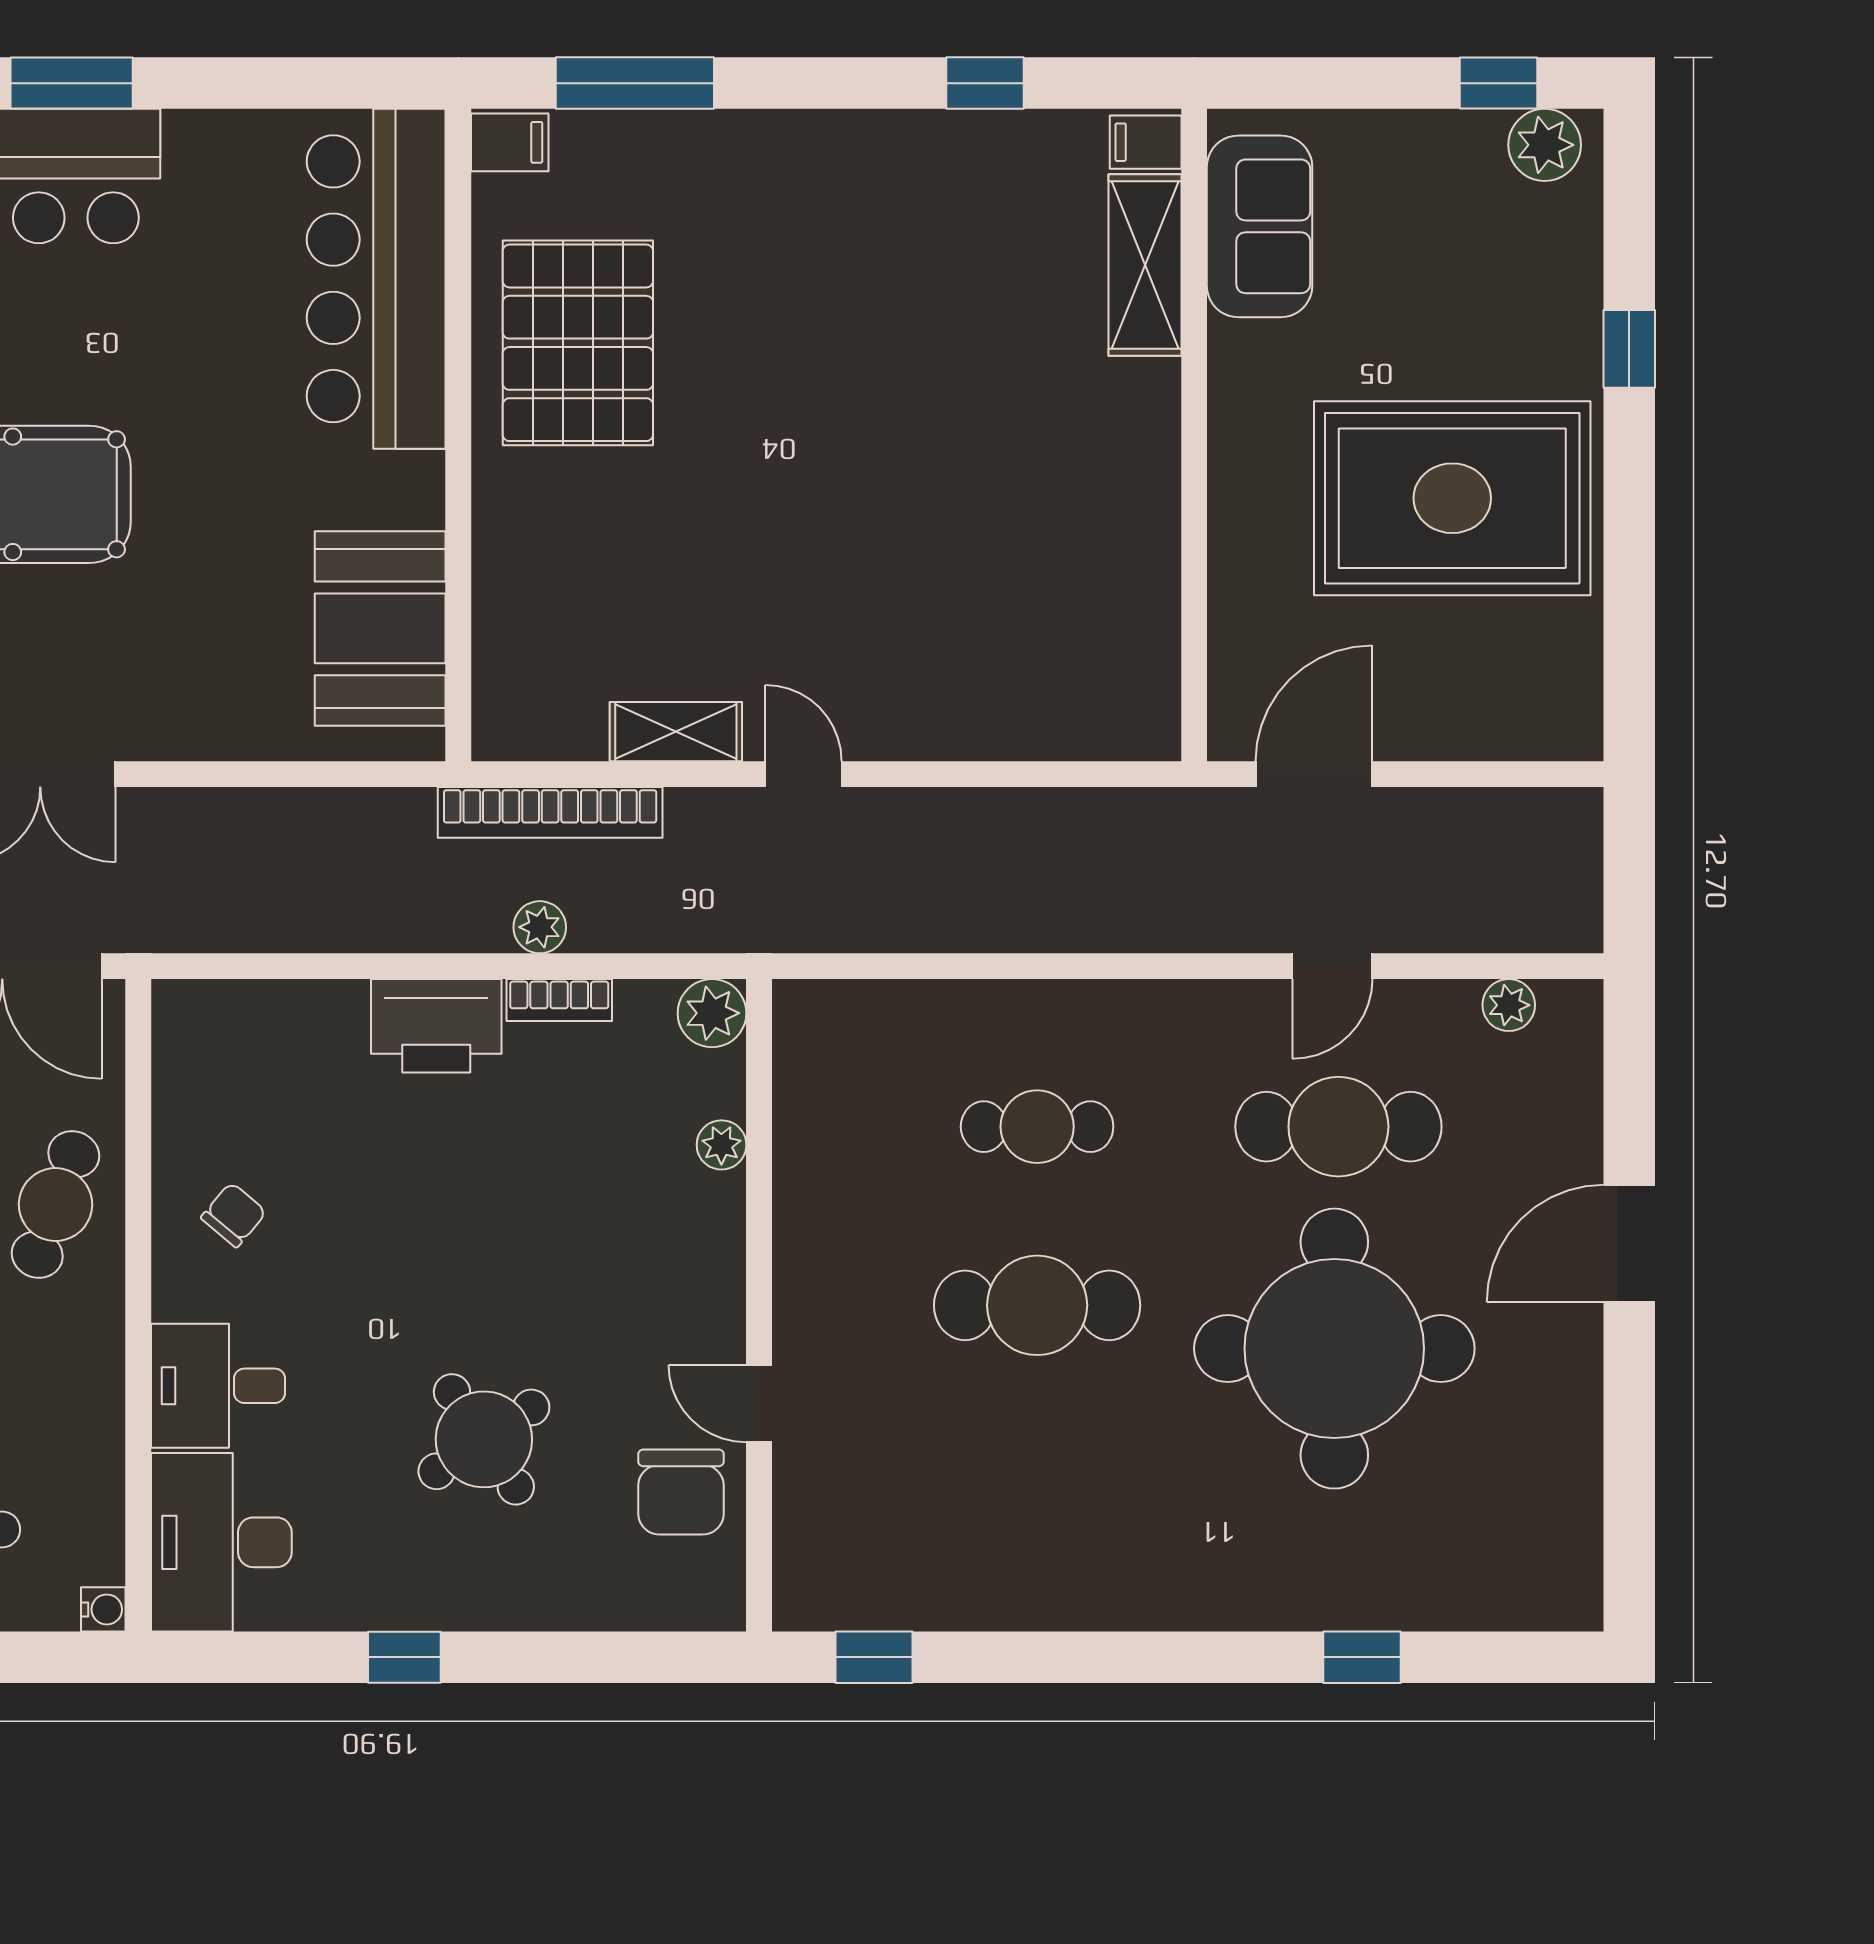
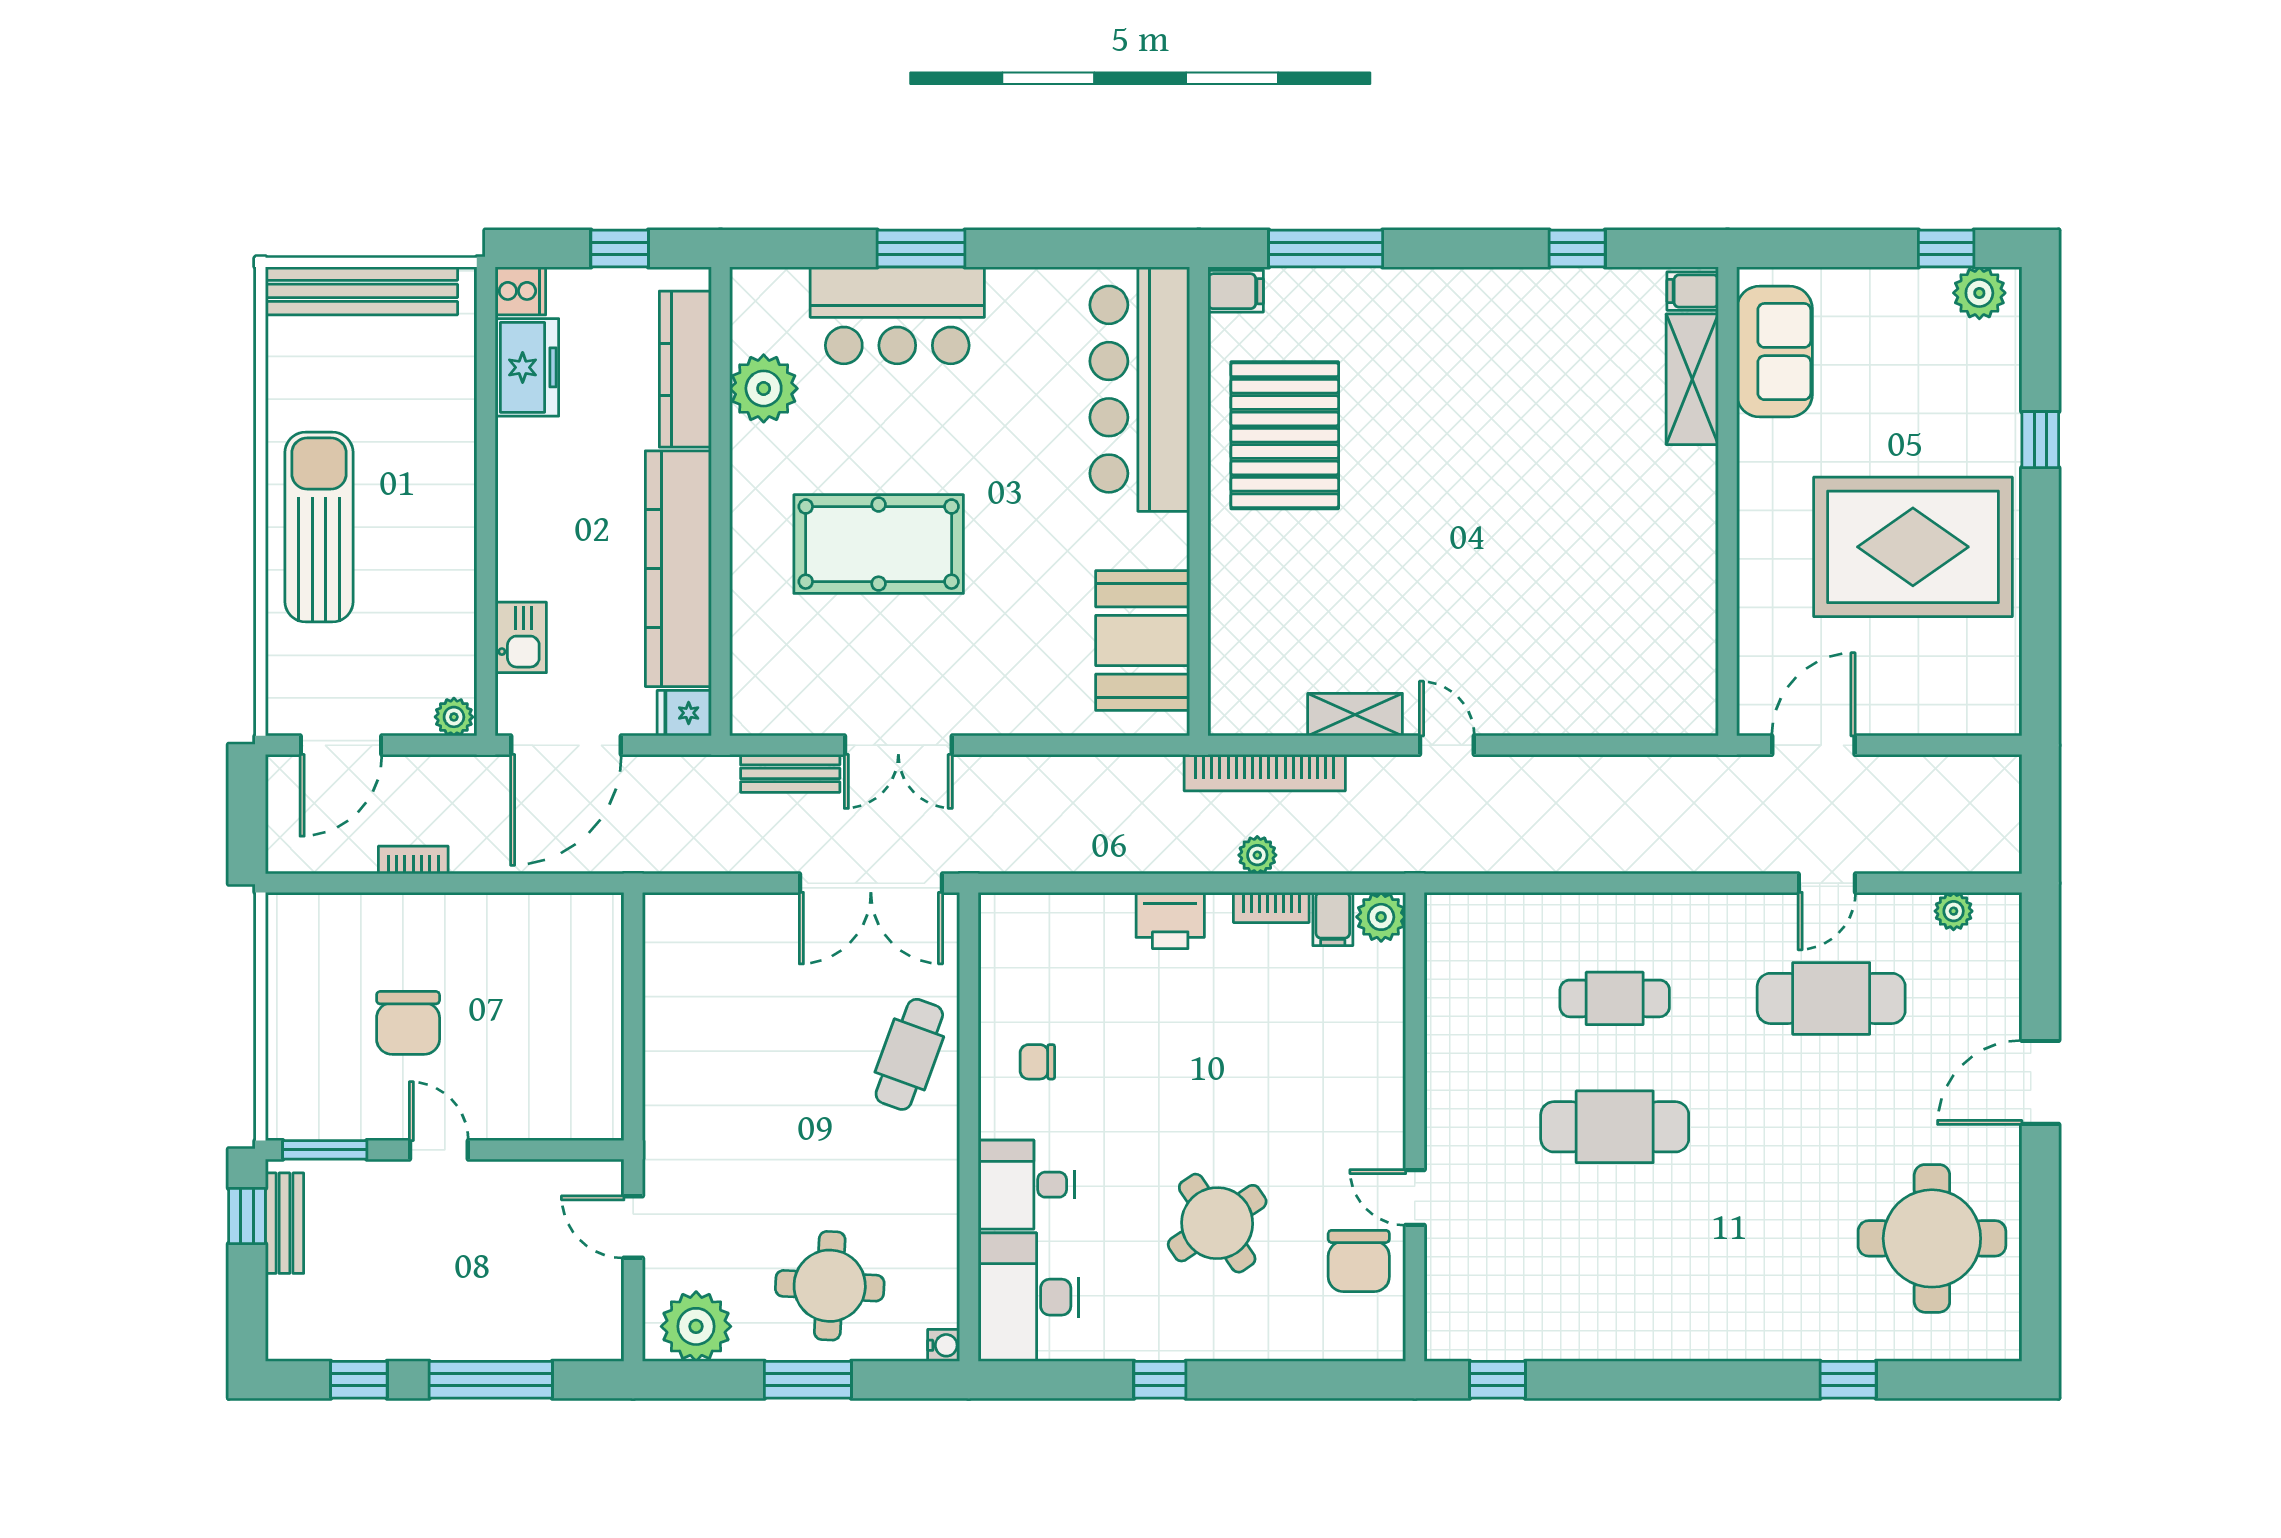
filing cabinet: (645, 1016) -> (1333, 919), added
printer: (436, 1026) -> (1170, 921), width x0.73, depth x0.84
plant: (721, 1145) -> (1388, 1012), removed
chair: (234, 1215) -> (1037, 1062), turned -130
round table: (1334, 1349) -> (1932, 1238), moved, width x0.73, depth x0.73

